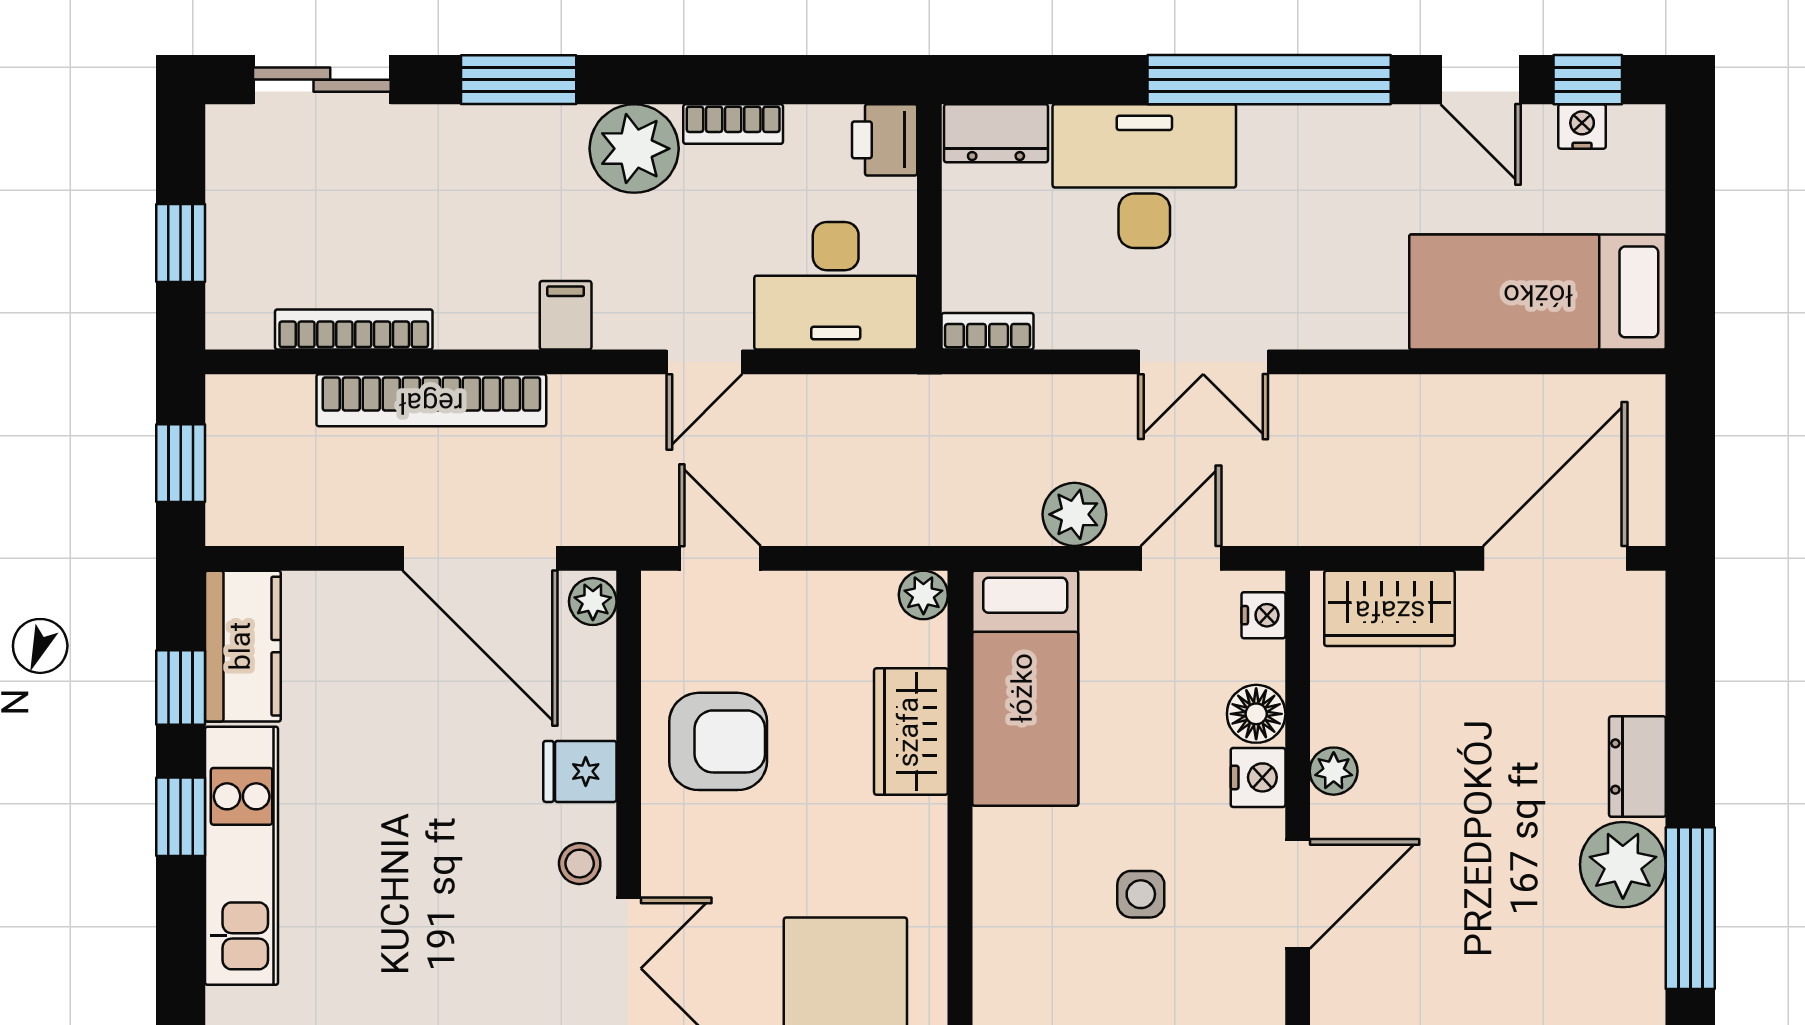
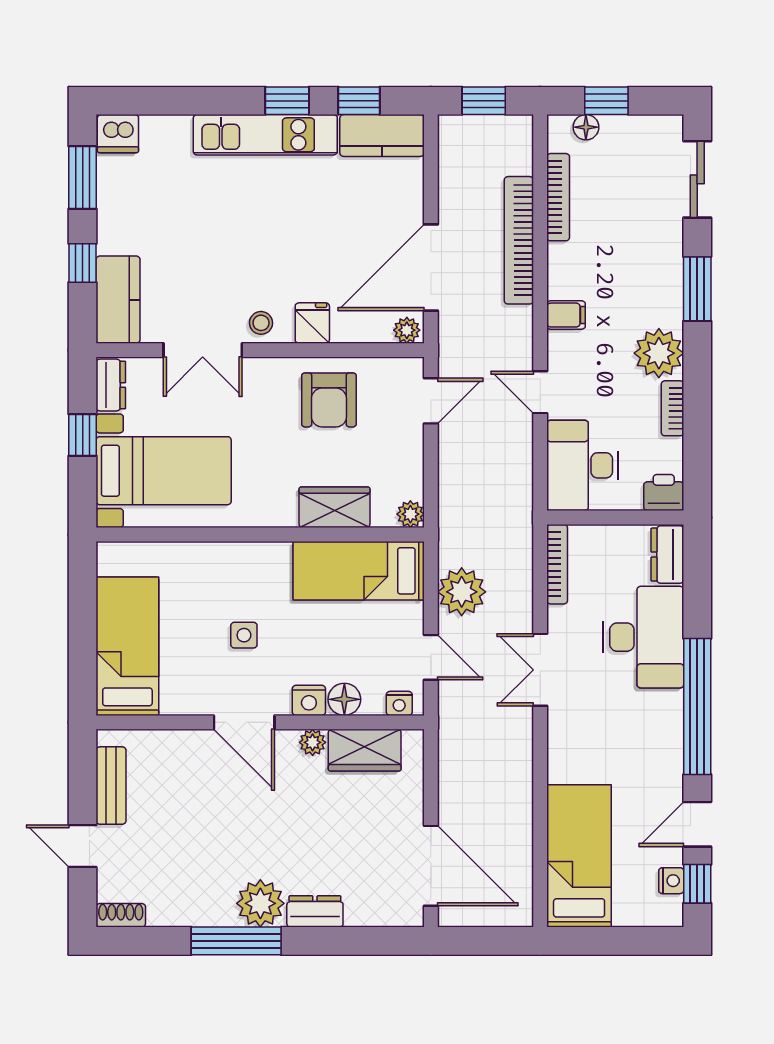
floor lamp: (228, 280) -> (586, 127), added
bookcase: (987, 331) -> (557, 564), width x1.56
plant: (1074, 514) -> (462, 592), width x1.36, depth x1.36
wardrobe: (1390, 608) -> (365, 750), moved, turned -90

